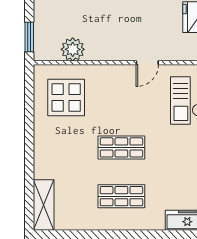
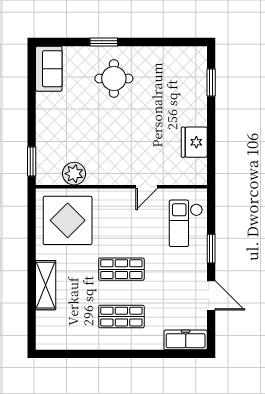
display table: (66, 97) -> (68, 220), width x1.36, depth x1.36
shelving: (44, 205) -> (46, 285), moved

